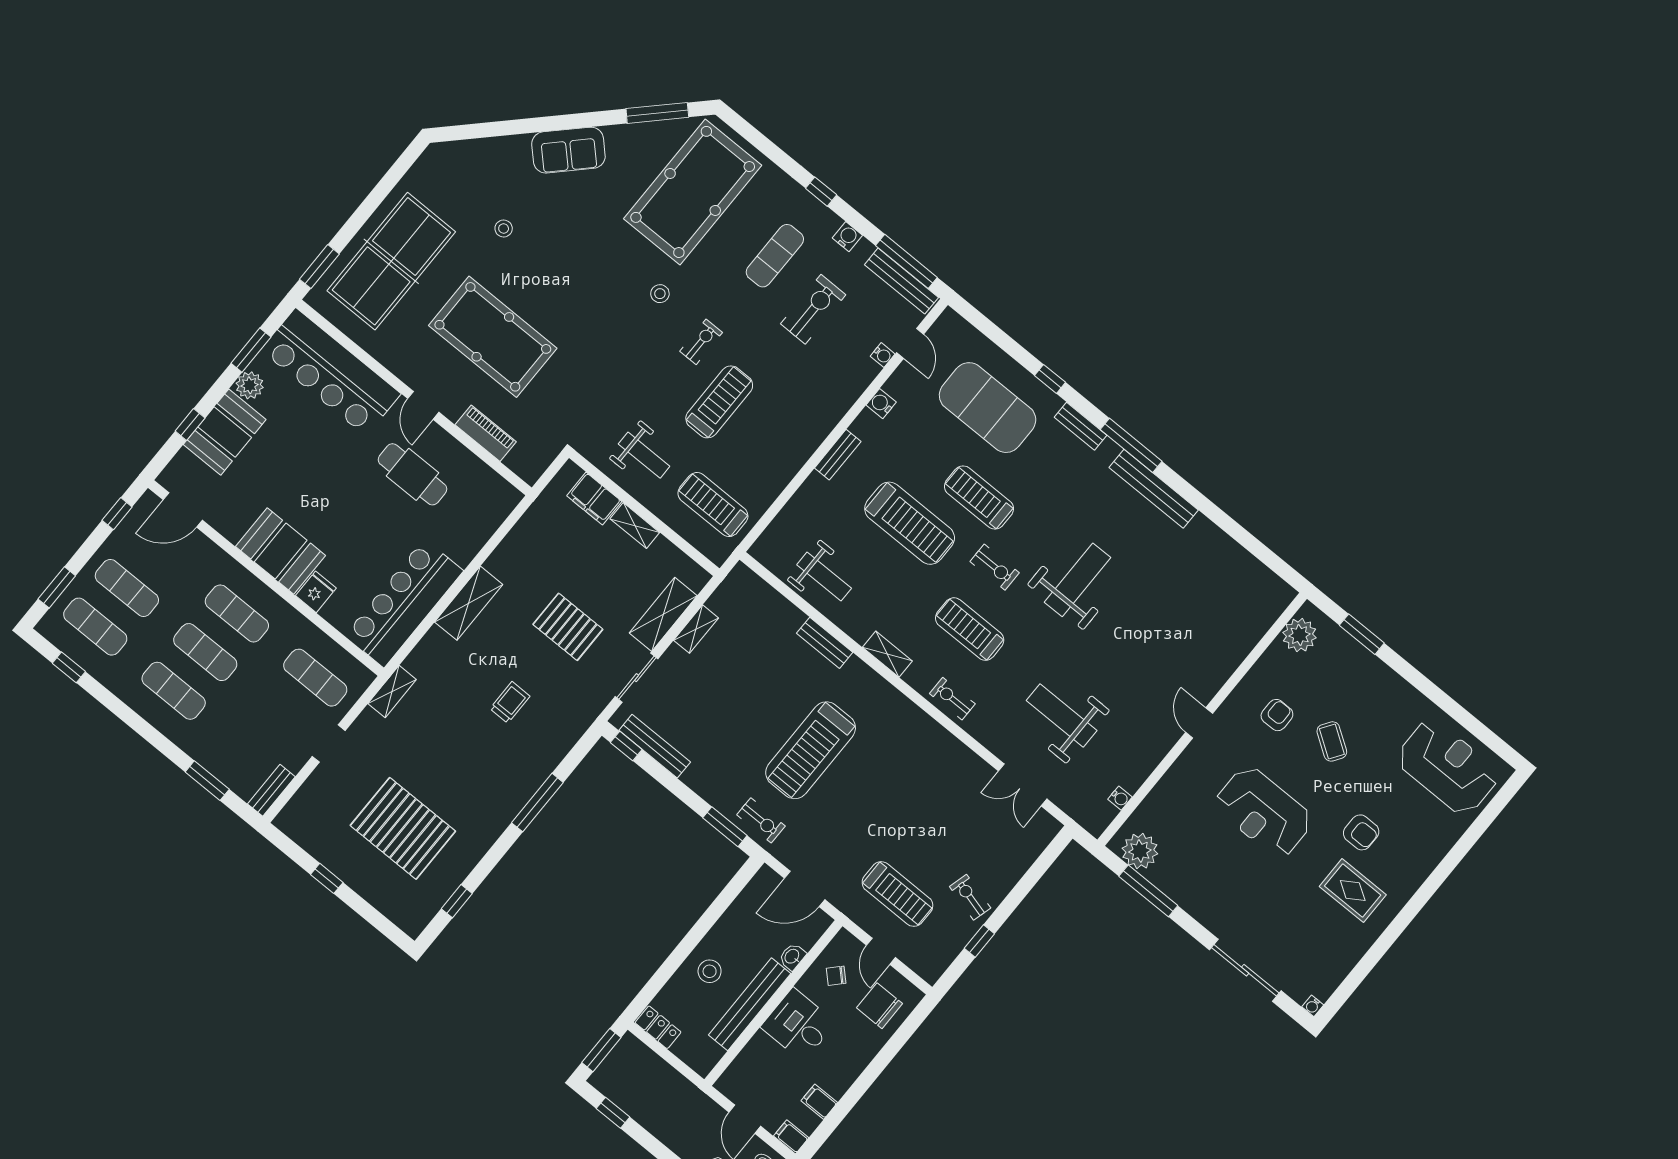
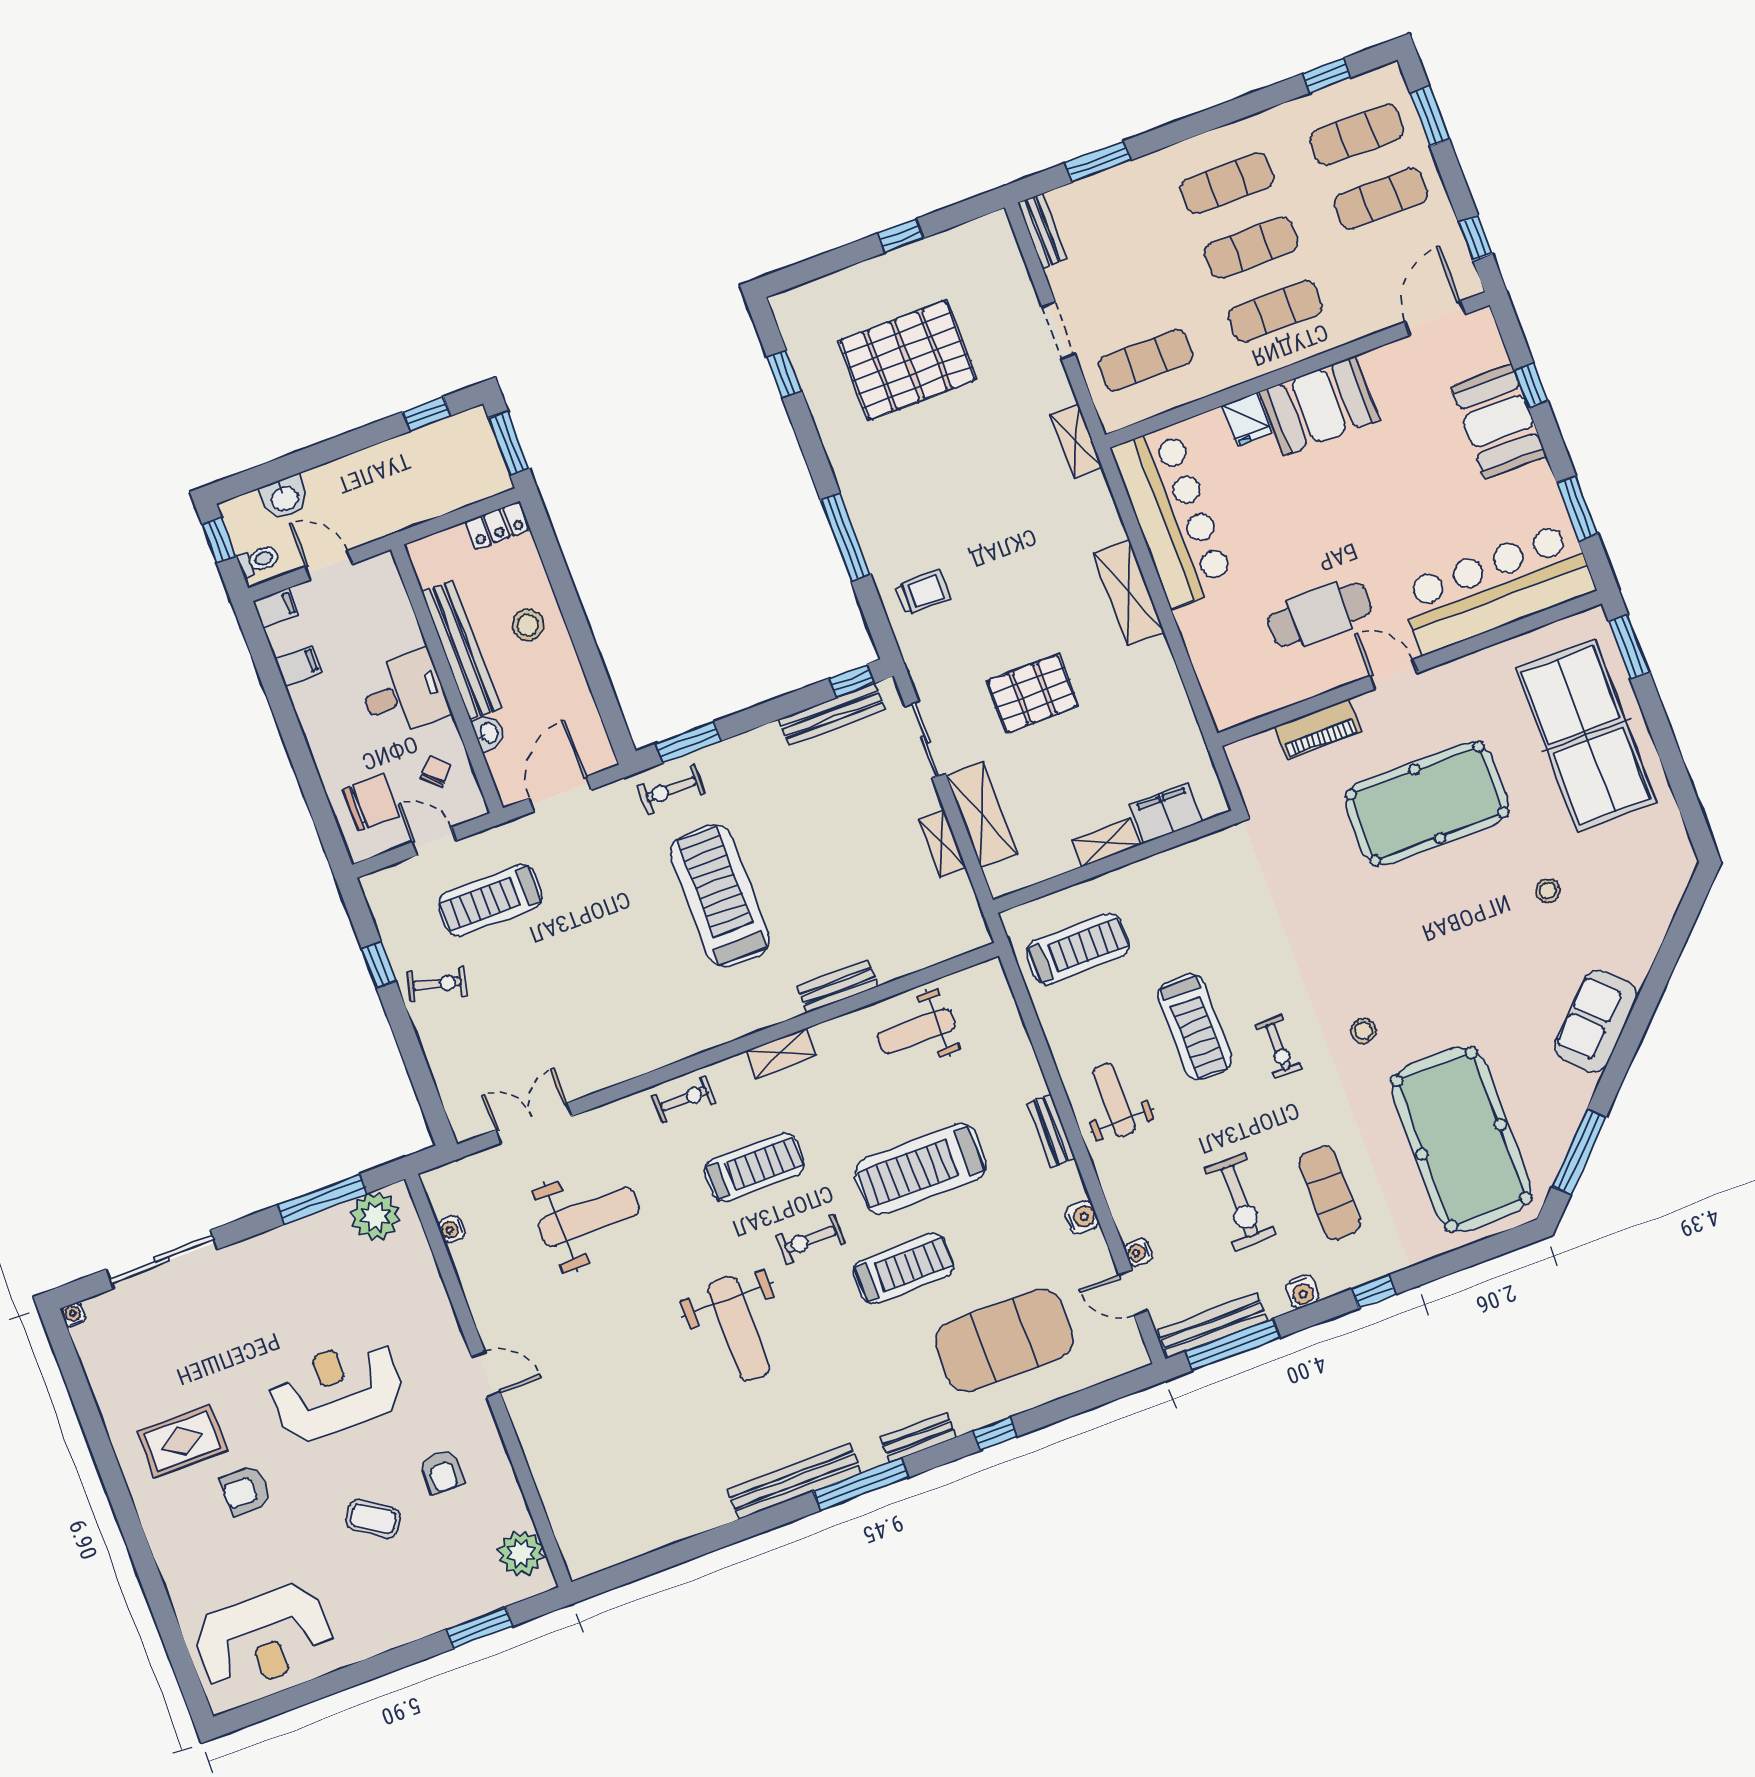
plant: (250, 385) -> (1536, 483), removed
weight bench: (644, 455) -> (1114, 1100), moved, turned 90
trolley: (510, 702) -> (923, 592), moved, turned -90

